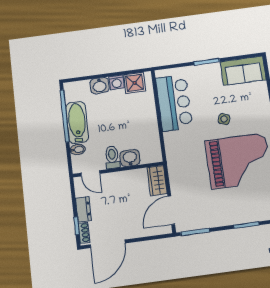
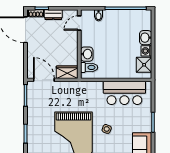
bathtub: (77, 122) -> (119, 17), removed
toilet: (112, 157) -> (89, 67), moved

